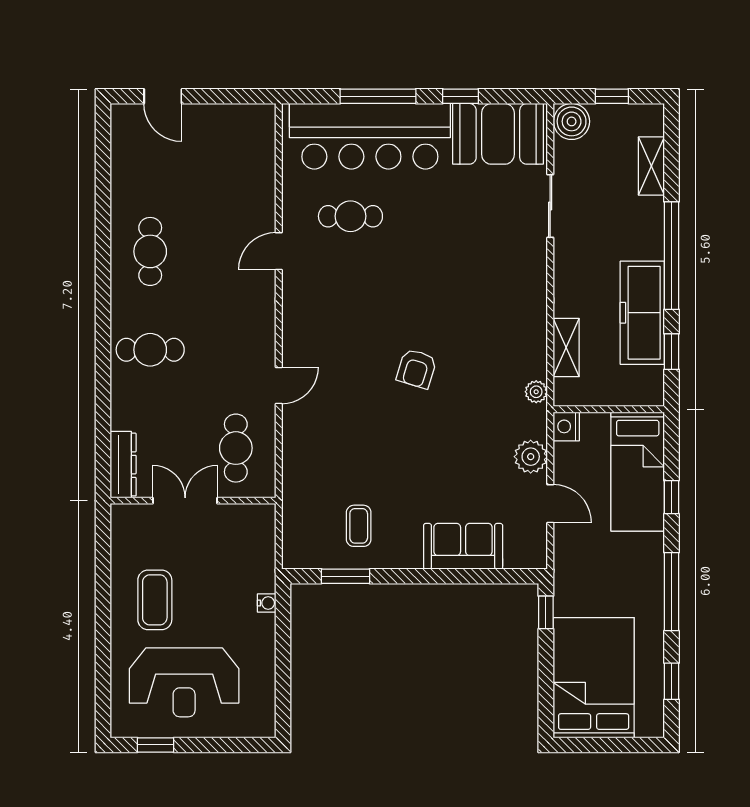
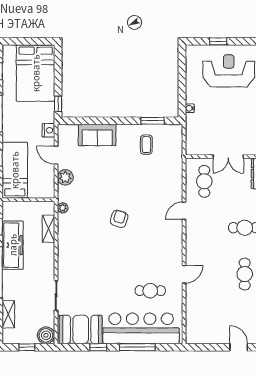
nightstand: (566, 426) -> (48, 130), moved
coffee table: (155, 600) -> (243, 110), removed
window: (155, 745) -> (218, 41), moved

